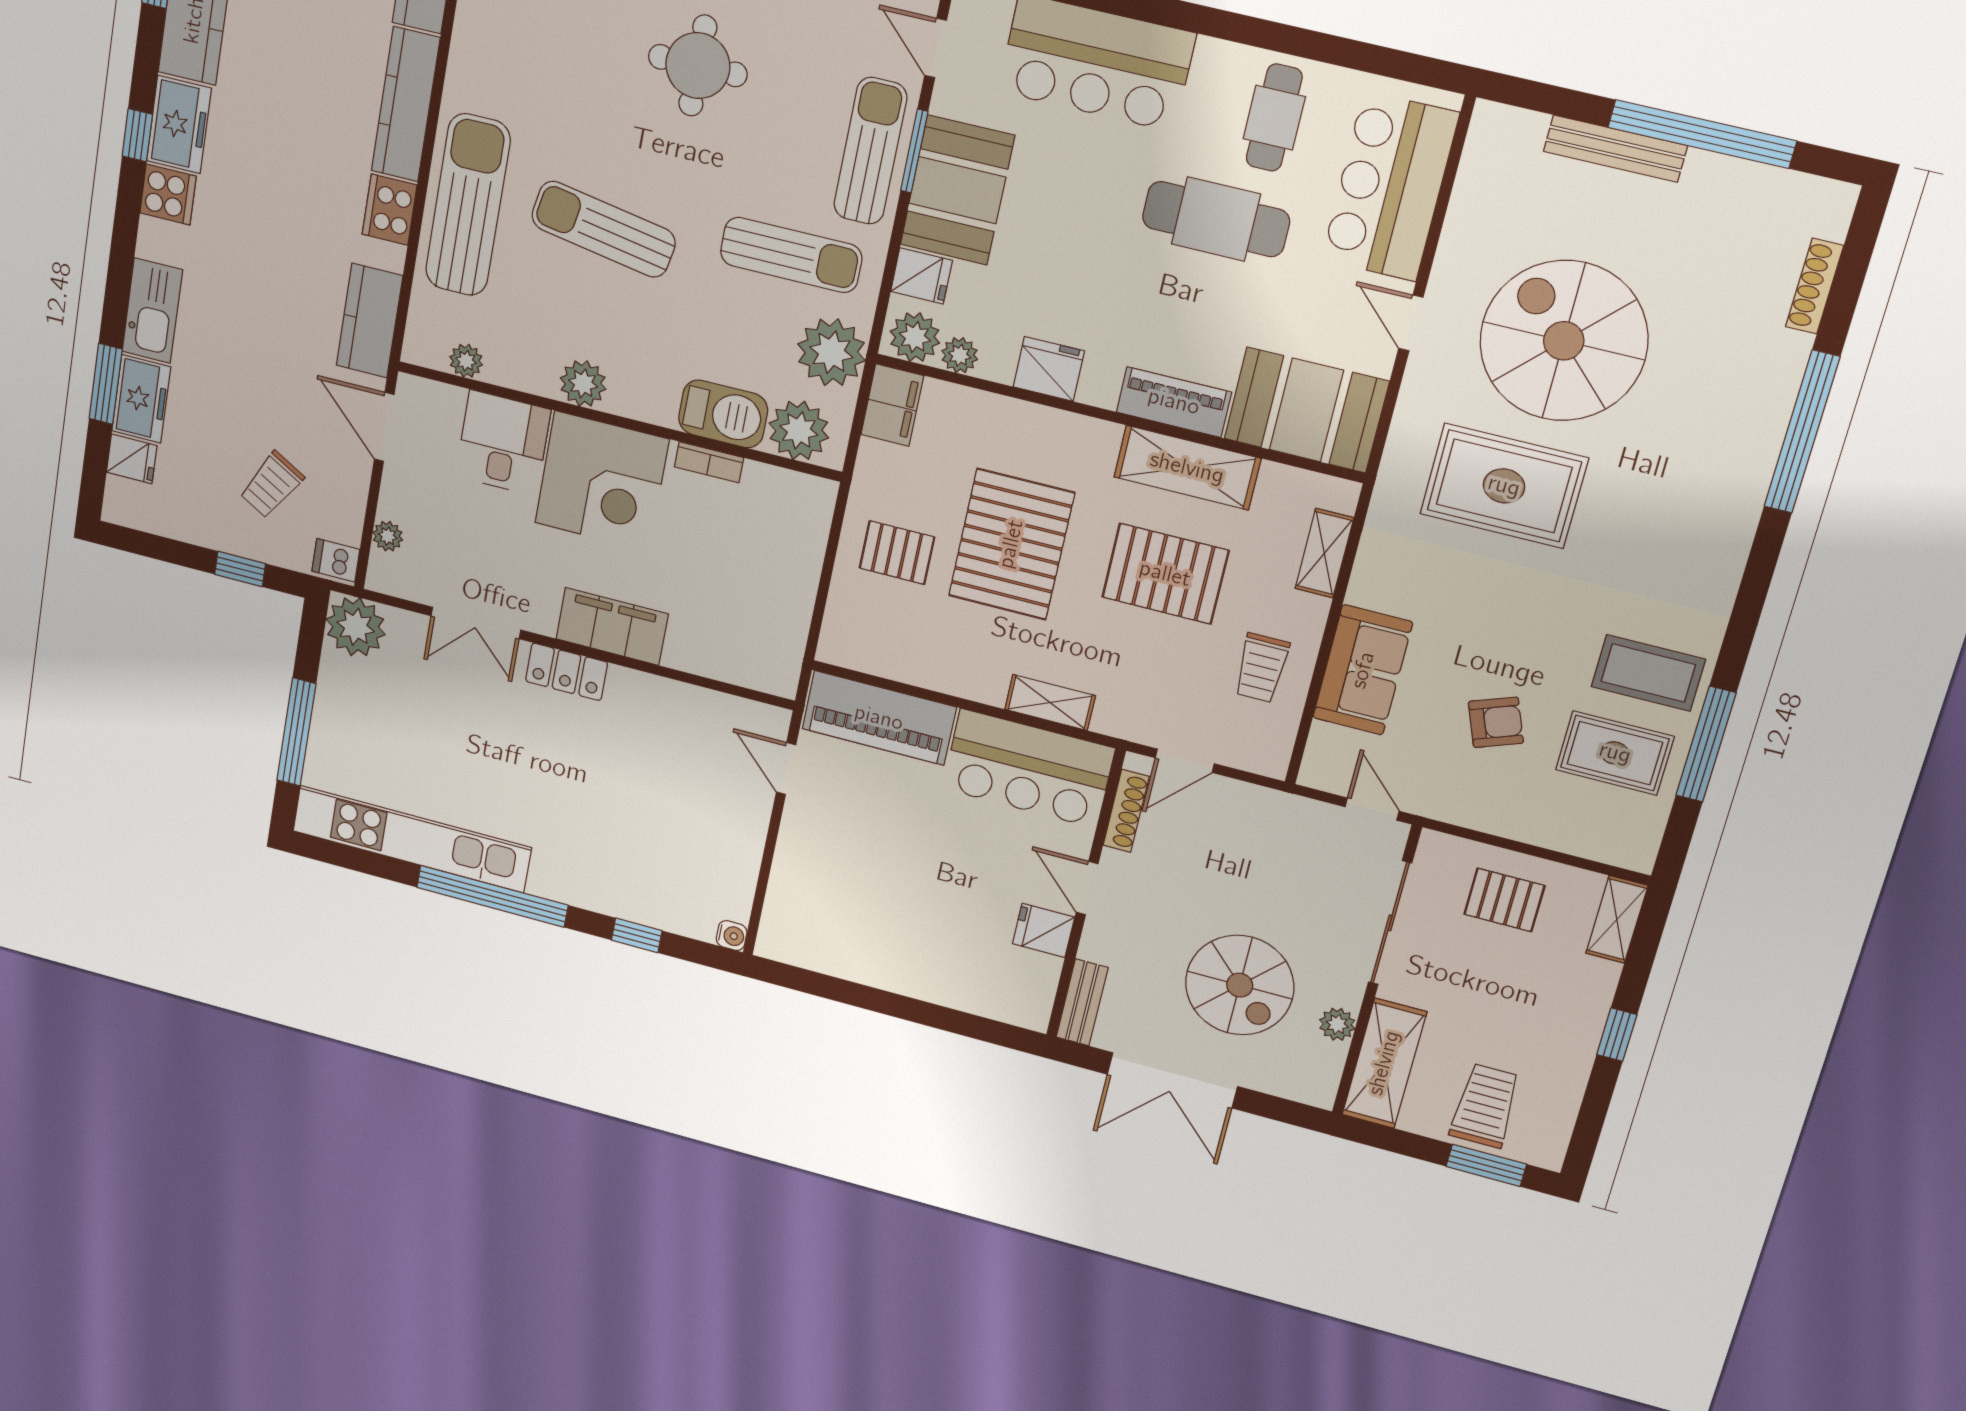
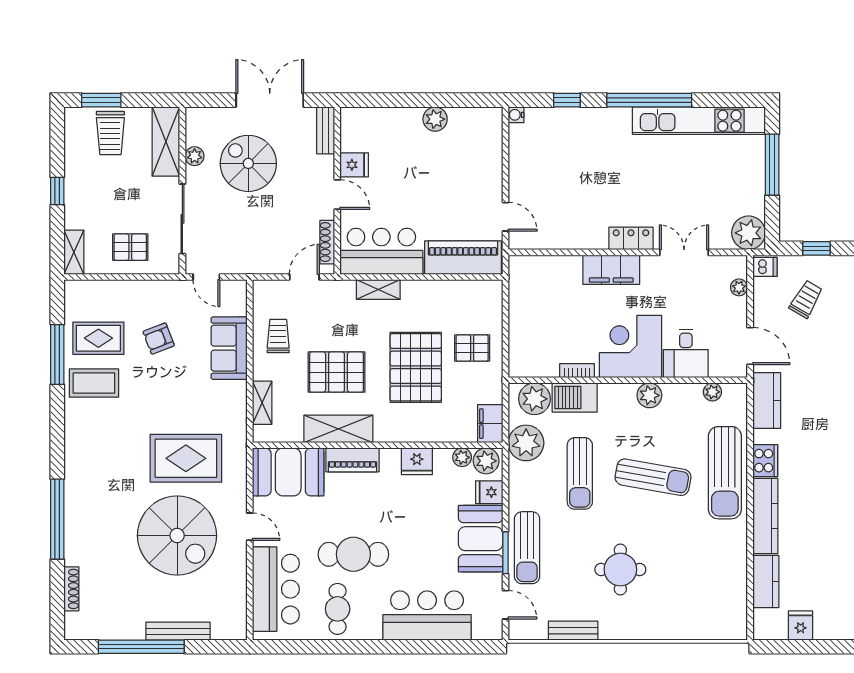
sun lounger: (791, 255) -> (580, 473), moved, turned -90
plant: (878, 968) -> (435, 119), added

